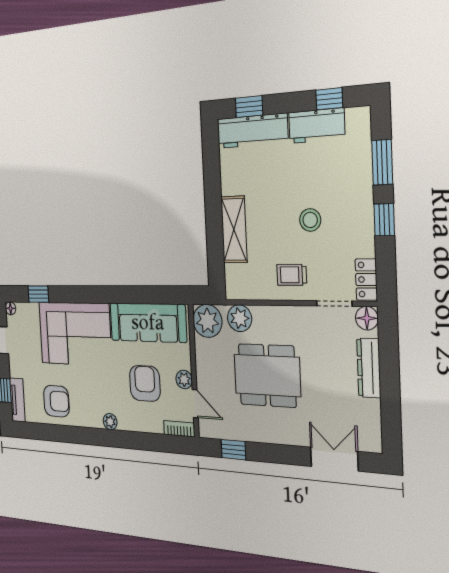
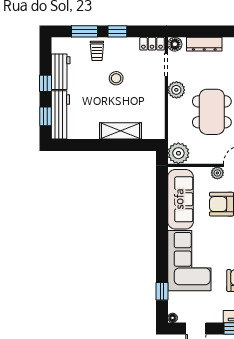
window: (329, 99) -> (45, 83), moved
trolley: (292, 275) -> (97, 51), moved
plant: (240, 318) -> (176, 90), moved

